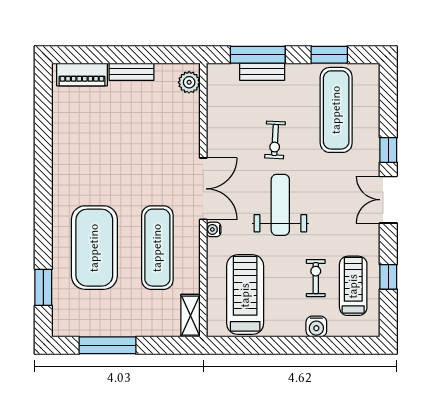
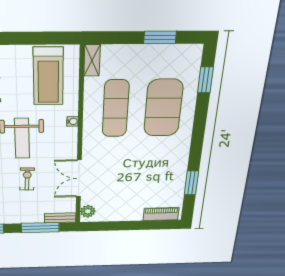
bench: (131, 72) -> (127, 216), removed
bench: (262, 72) -> (60, 218), moved
window: (43, 128) -> (191, 183), added
double door: (203, 189) -> (79, 178), moved
window: (107, 345) -> (160, 37), width x0.69

